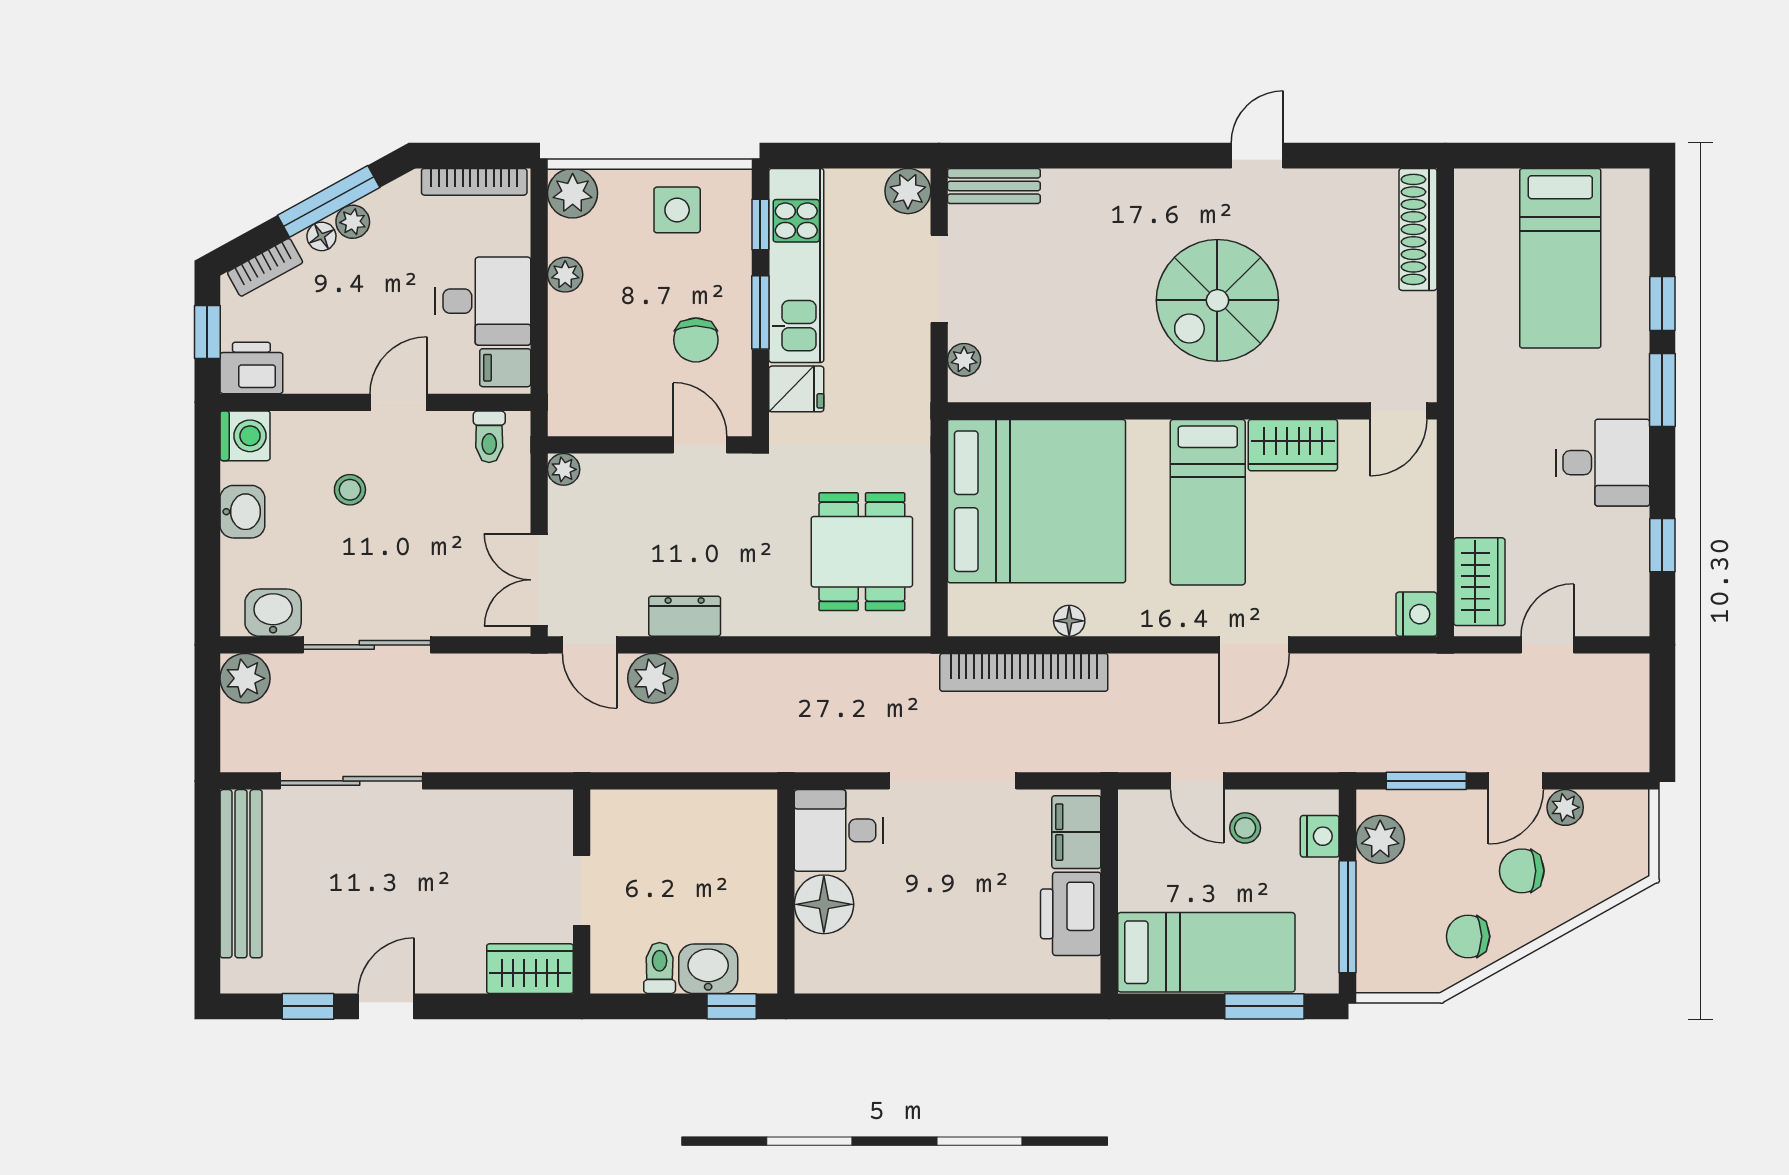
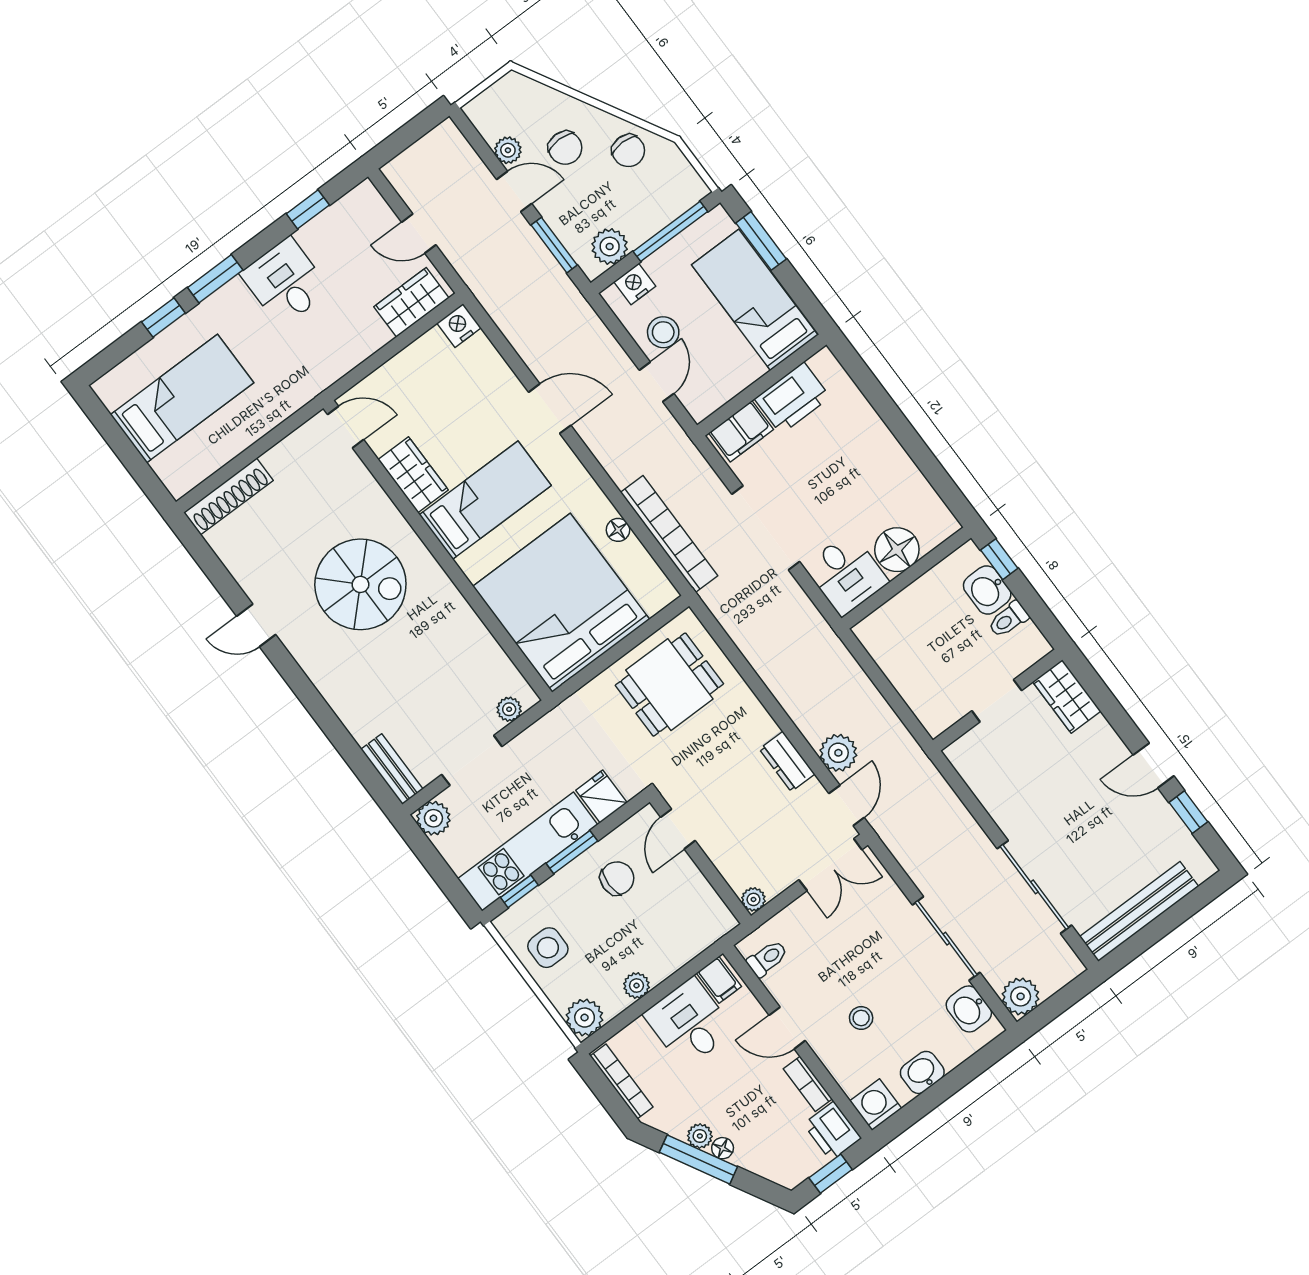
bookcase: (265, 267) -> (808, 1084), moved, turned -151
stool: (1245, 828) -> (663, 332), width x1.37, depth x1.37

